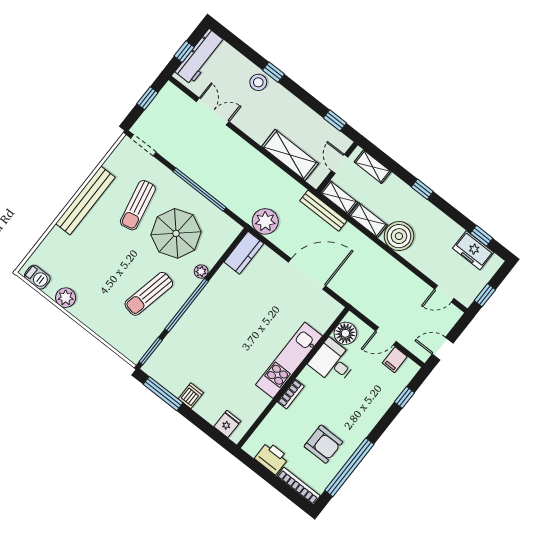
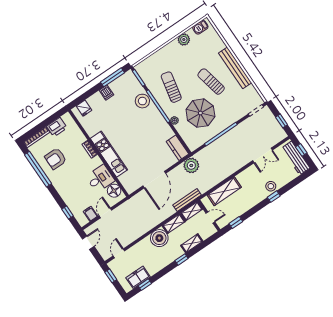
shelving: (373, 167) -> (192, 243), moved
sun lounger: (138, 205) -> (211, 82), moved
stool: (186, 333) -> (142, 101), added

